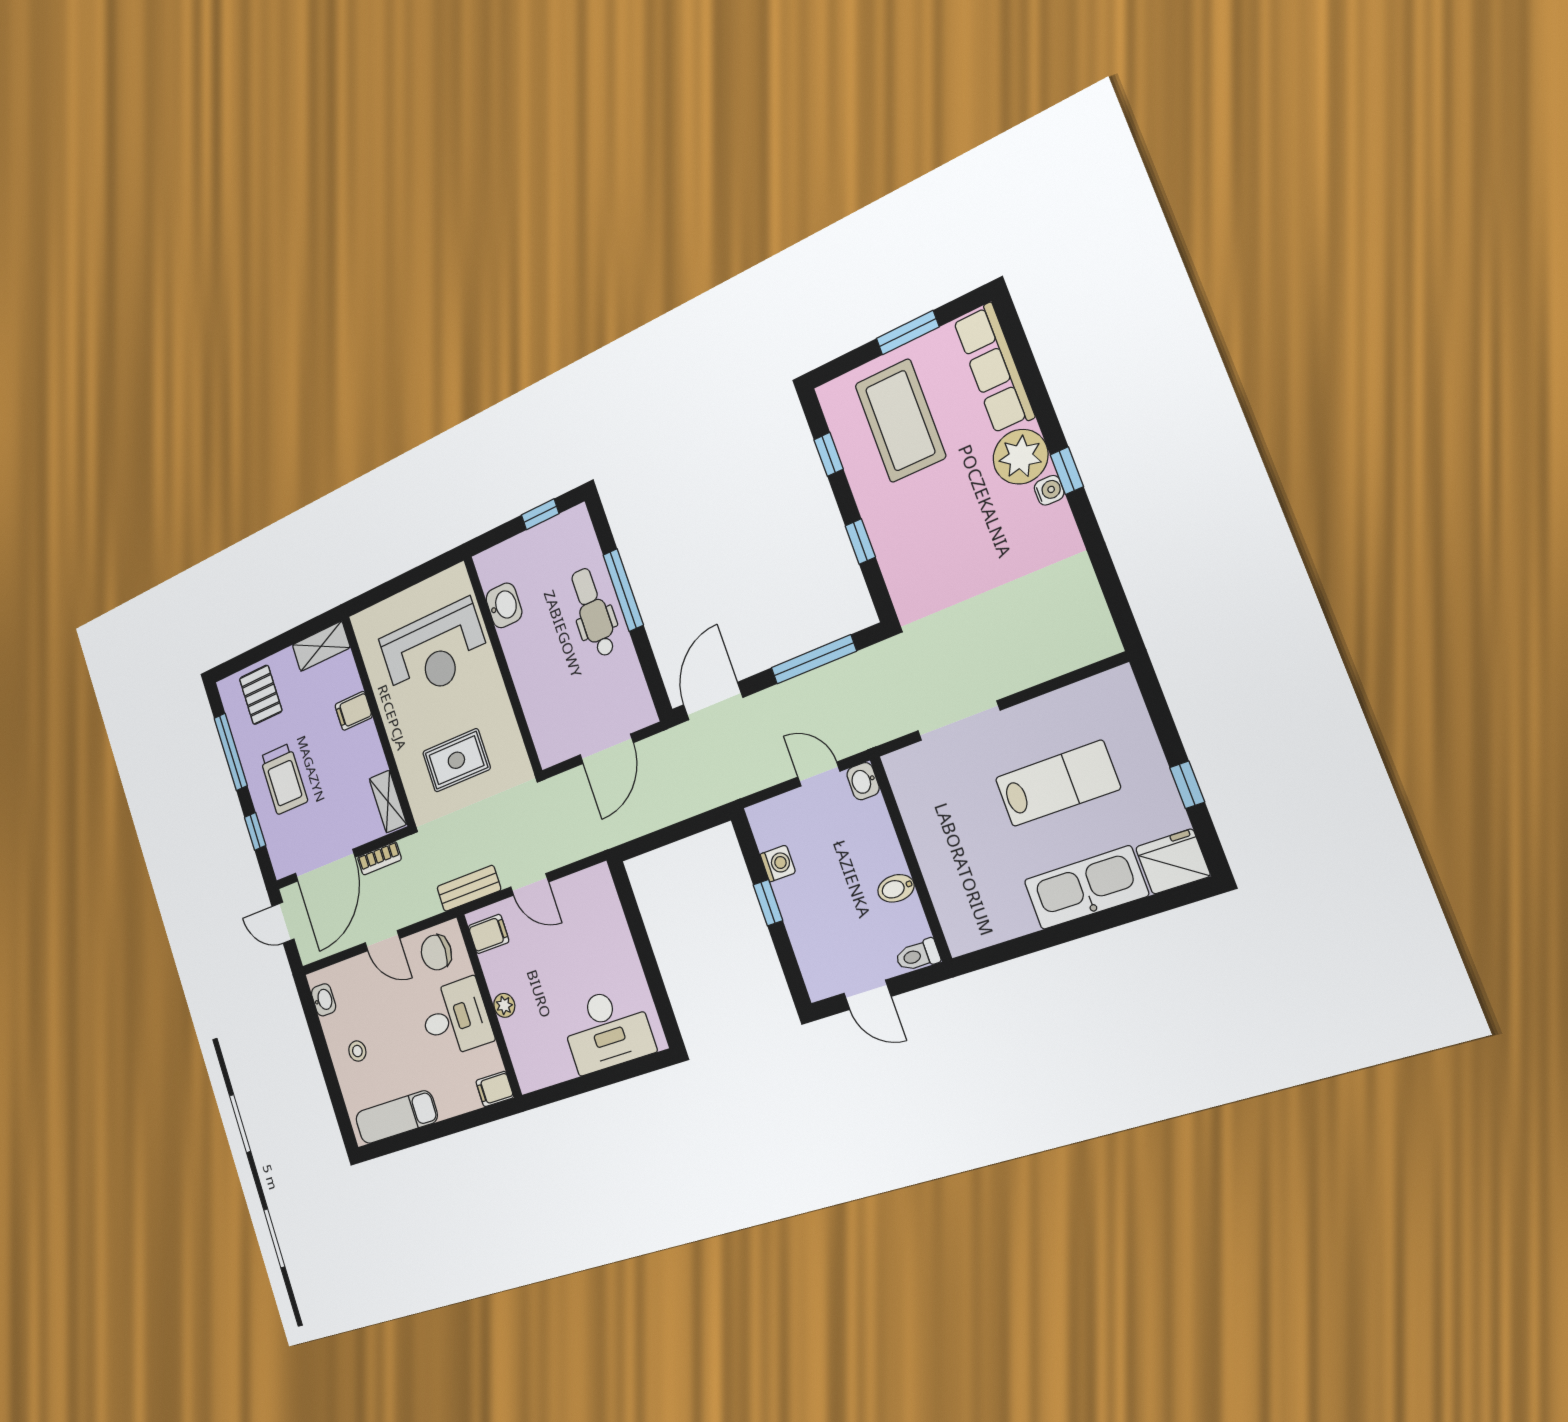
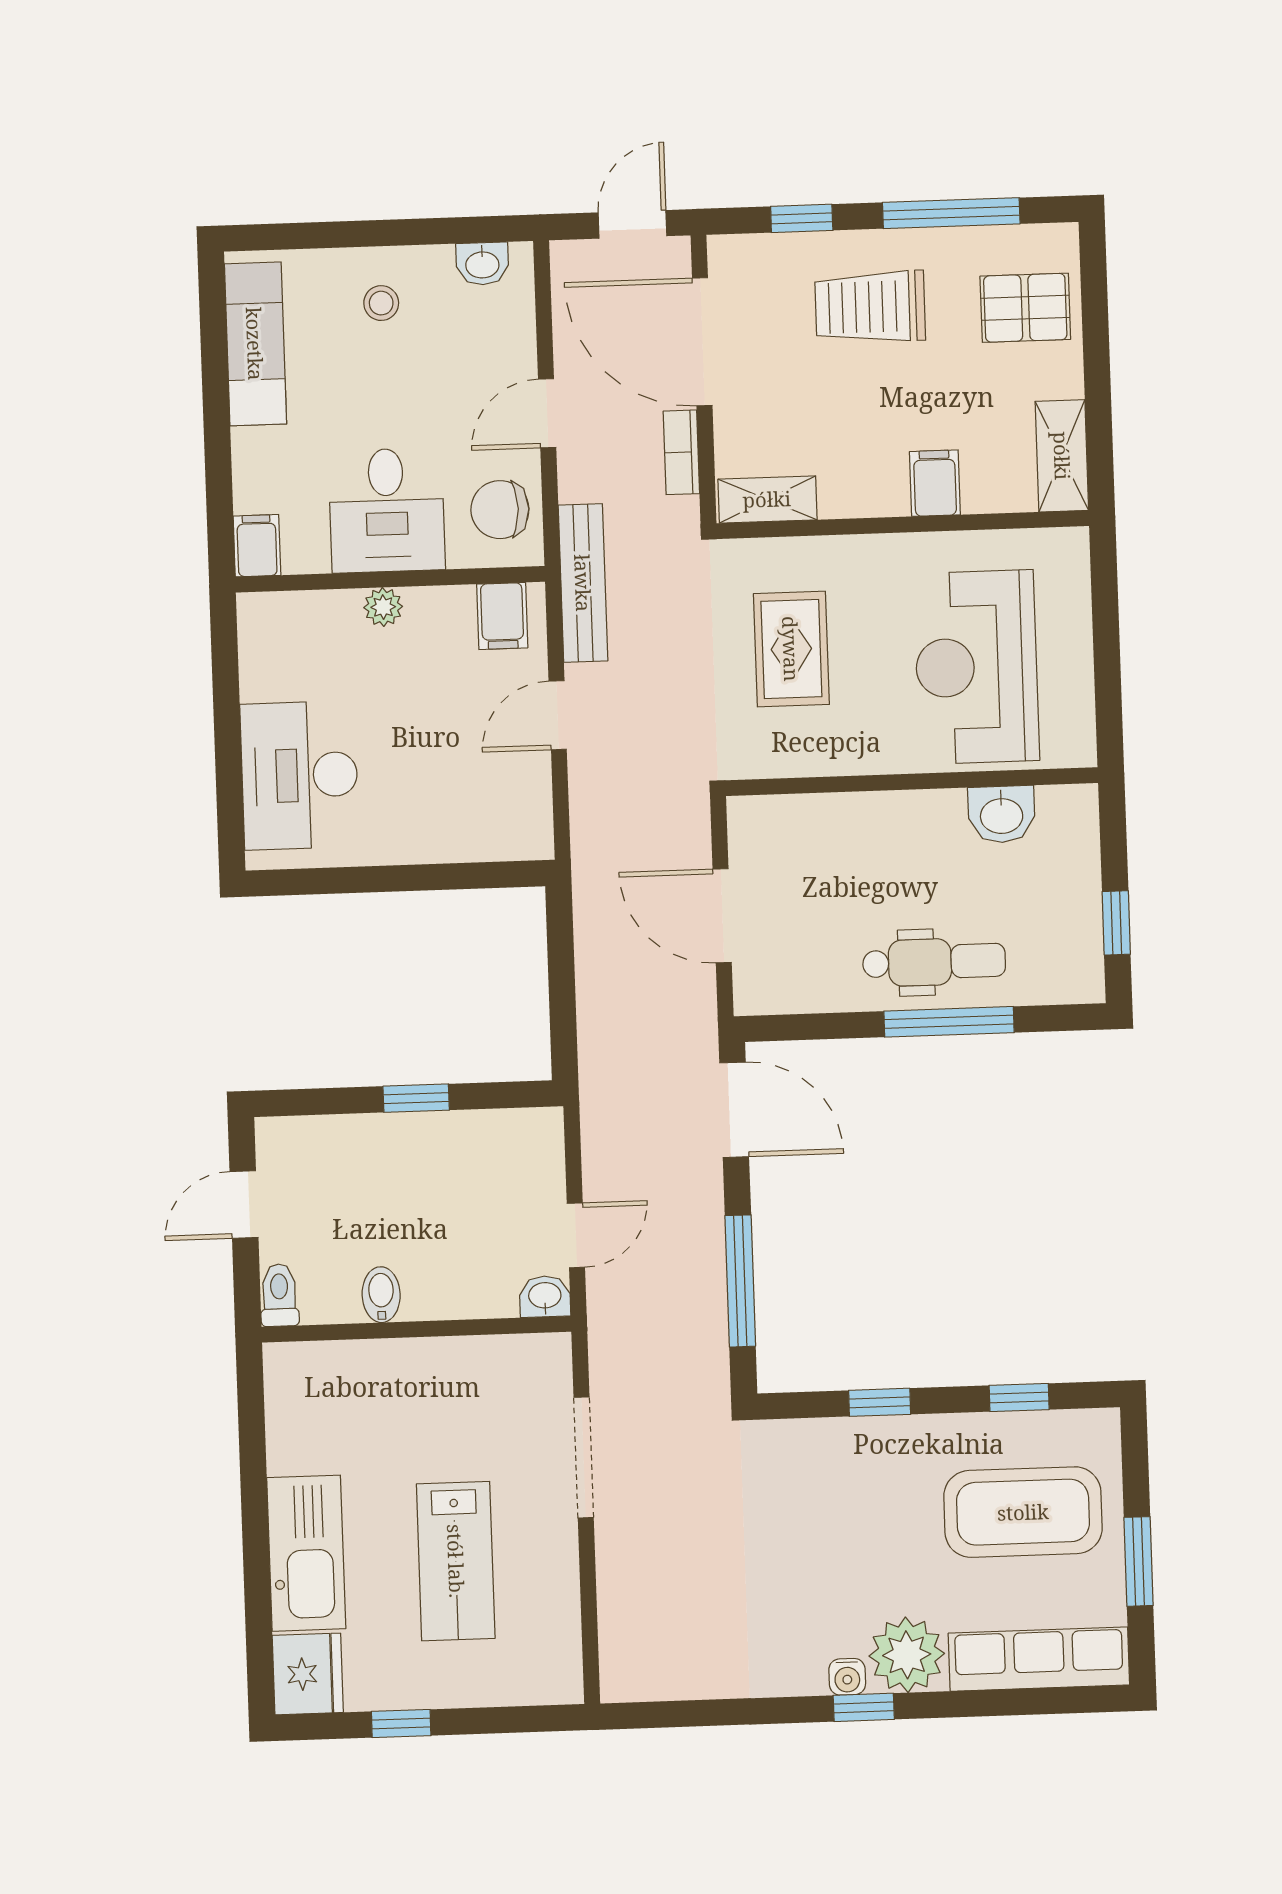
washing machine: (778, 863) -> (468, 1132), removed
bench: (469, 888) -> (583, 583), width x1.36
chair: (436, 952) -> (500, 510), turned -90

